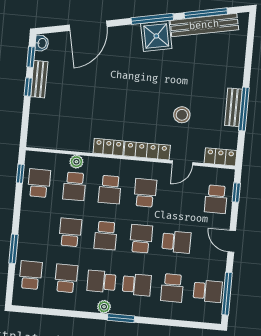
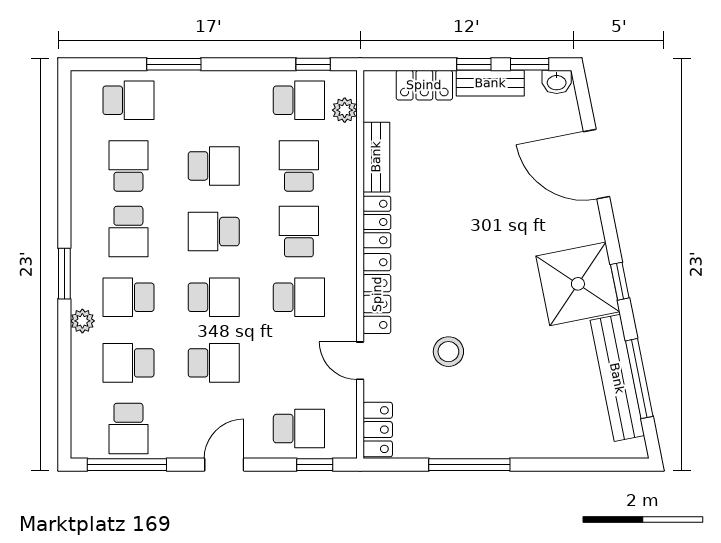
window: (152, 19) -> (620, 281), width x0.46
shower: (156, 36) -> (578, 284), width x1.37, depth x1.37
bench: (233, 107) -> (376, 157), moved, turned 90
locker: (37, 115) -> (424, 85), added
plant: (76, 162) -> (345, 110), moved
school desk: (74, 186) -> (299, 166), turned 90
school desk: (110, 190) -> (299, 232), turned 90
school desk: (216, 199) -> (299, 429), turned 180
school desk: (176, 242) -> (214, 363), turned -90
school desk: (66, 278) -> (128, 166), turned -90
school desk: (101, 281) -> (128, 232), turned 180
school desk: (137, 285) -> (128, 297), turned 90
plant: (104, 307) -> (82, 321), moved

